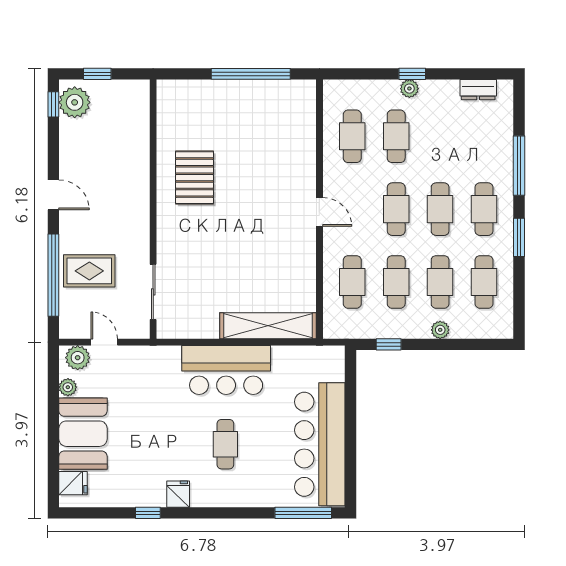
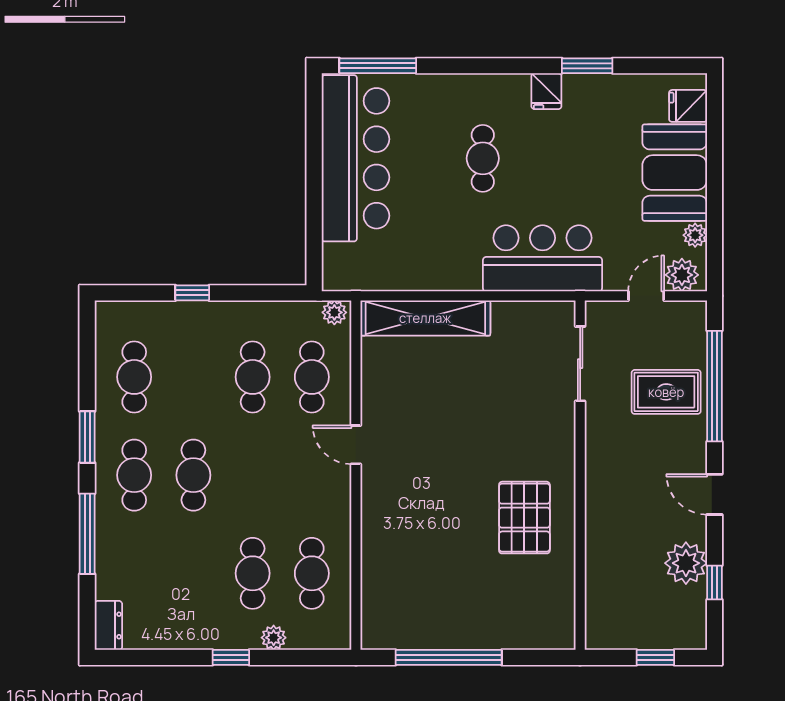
plant: (409, 89) -> (274, 638), moved
dresser: (478, 90) -> (108, 625), moved, turned 90
plant: (75, 102) -> (686, 563), moved
window: (53, 104) -> (715, 583), moved
cafe table: (396, 209) -> (253, 475), removed
door: (319, 212) -> (356, 445), moved
cafe table: (440, 282) -> (193, 377), removed
plant: (440, 330) -> (334, 312), moved
door: (104, 342) -> (646, 296), swing flipped
window: (389, 344) -> (192, 293), moved
bar counter: (226, 370) -> (542, 258), moved
window: (148, 513) -> (587, 66), width x1.50

